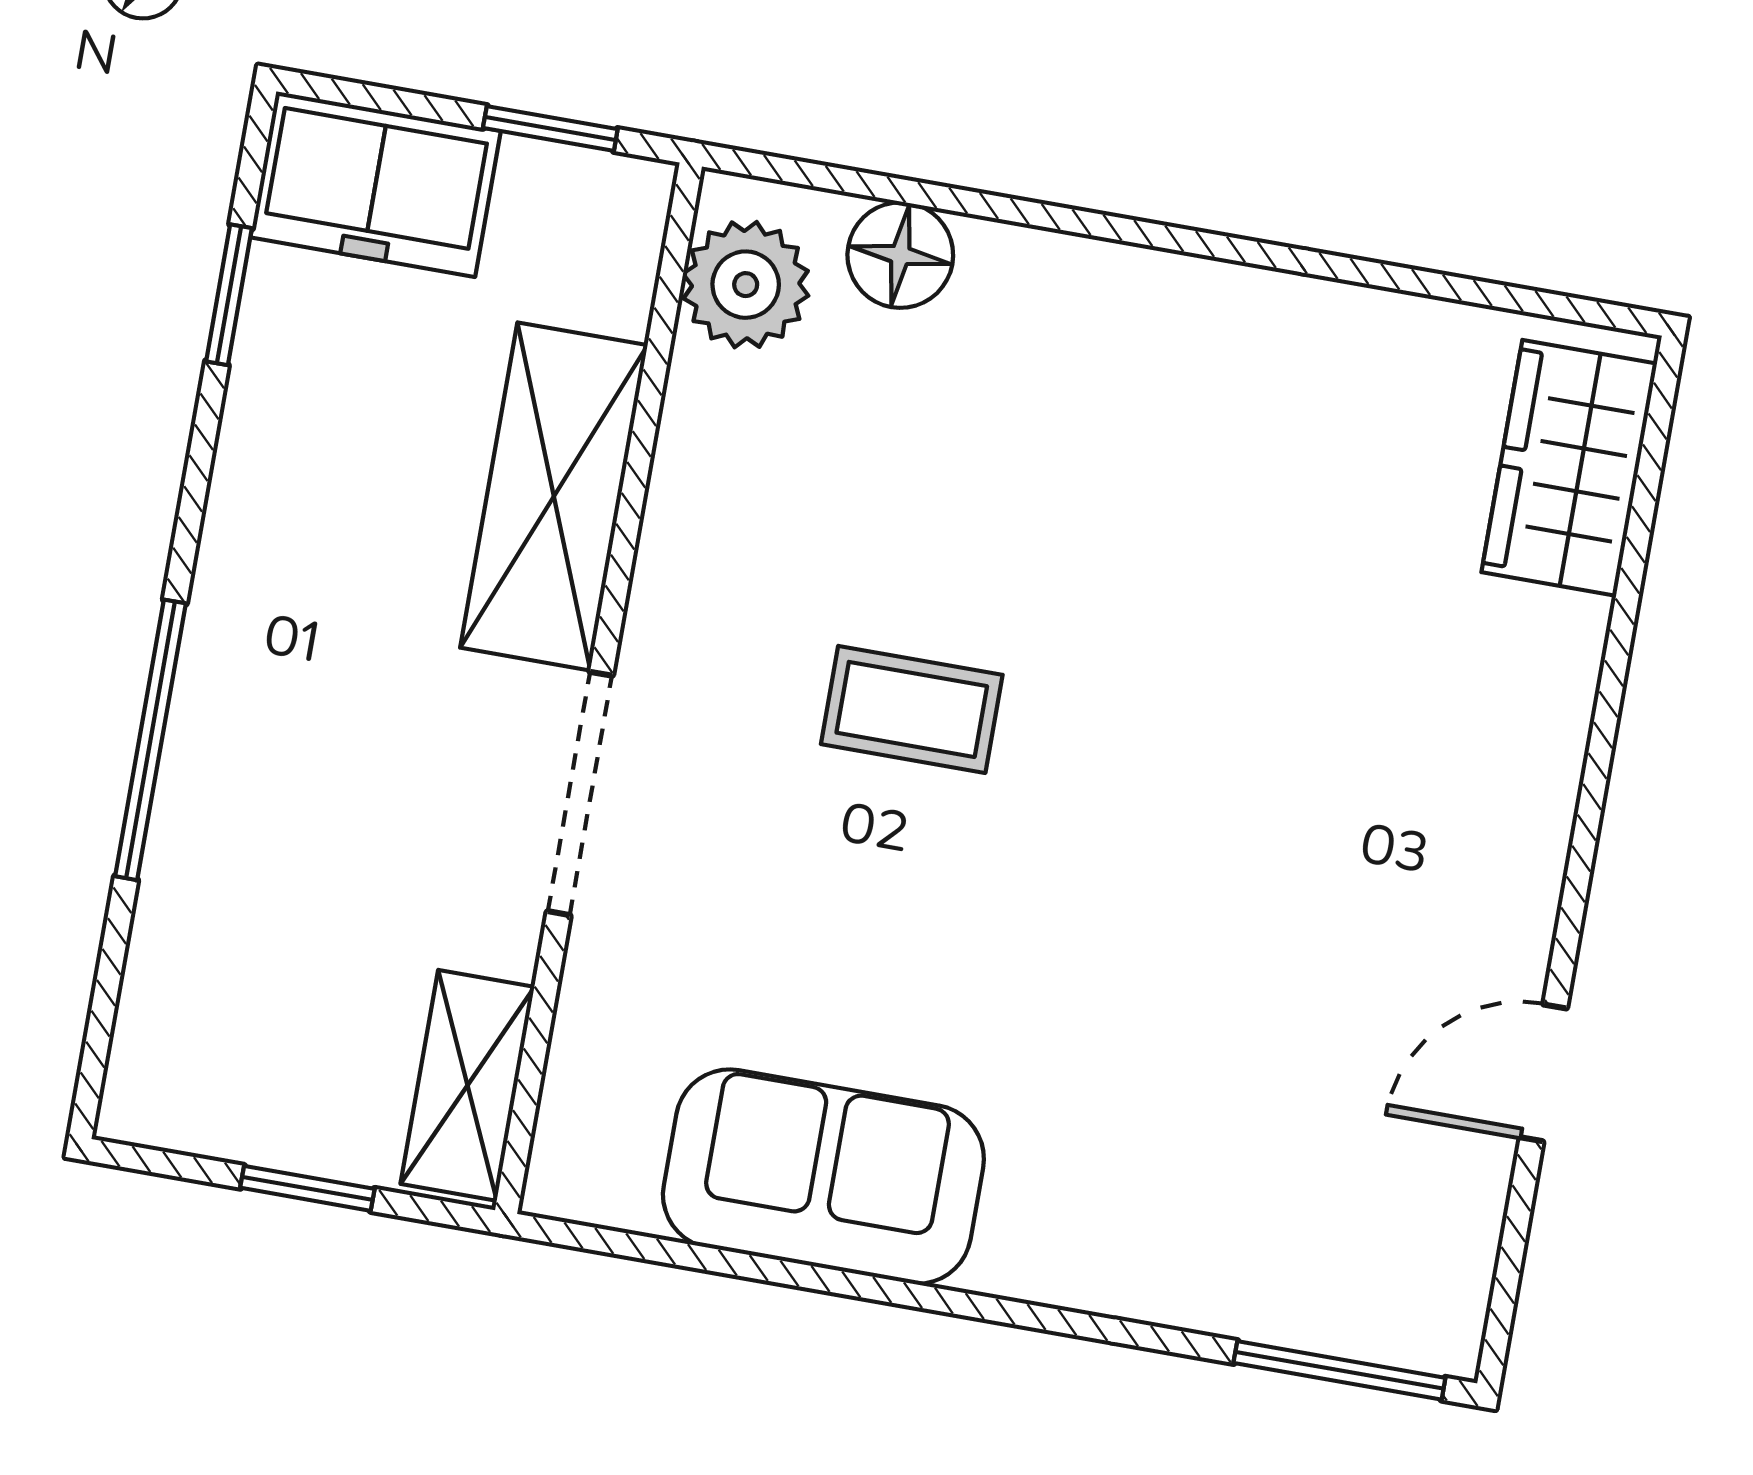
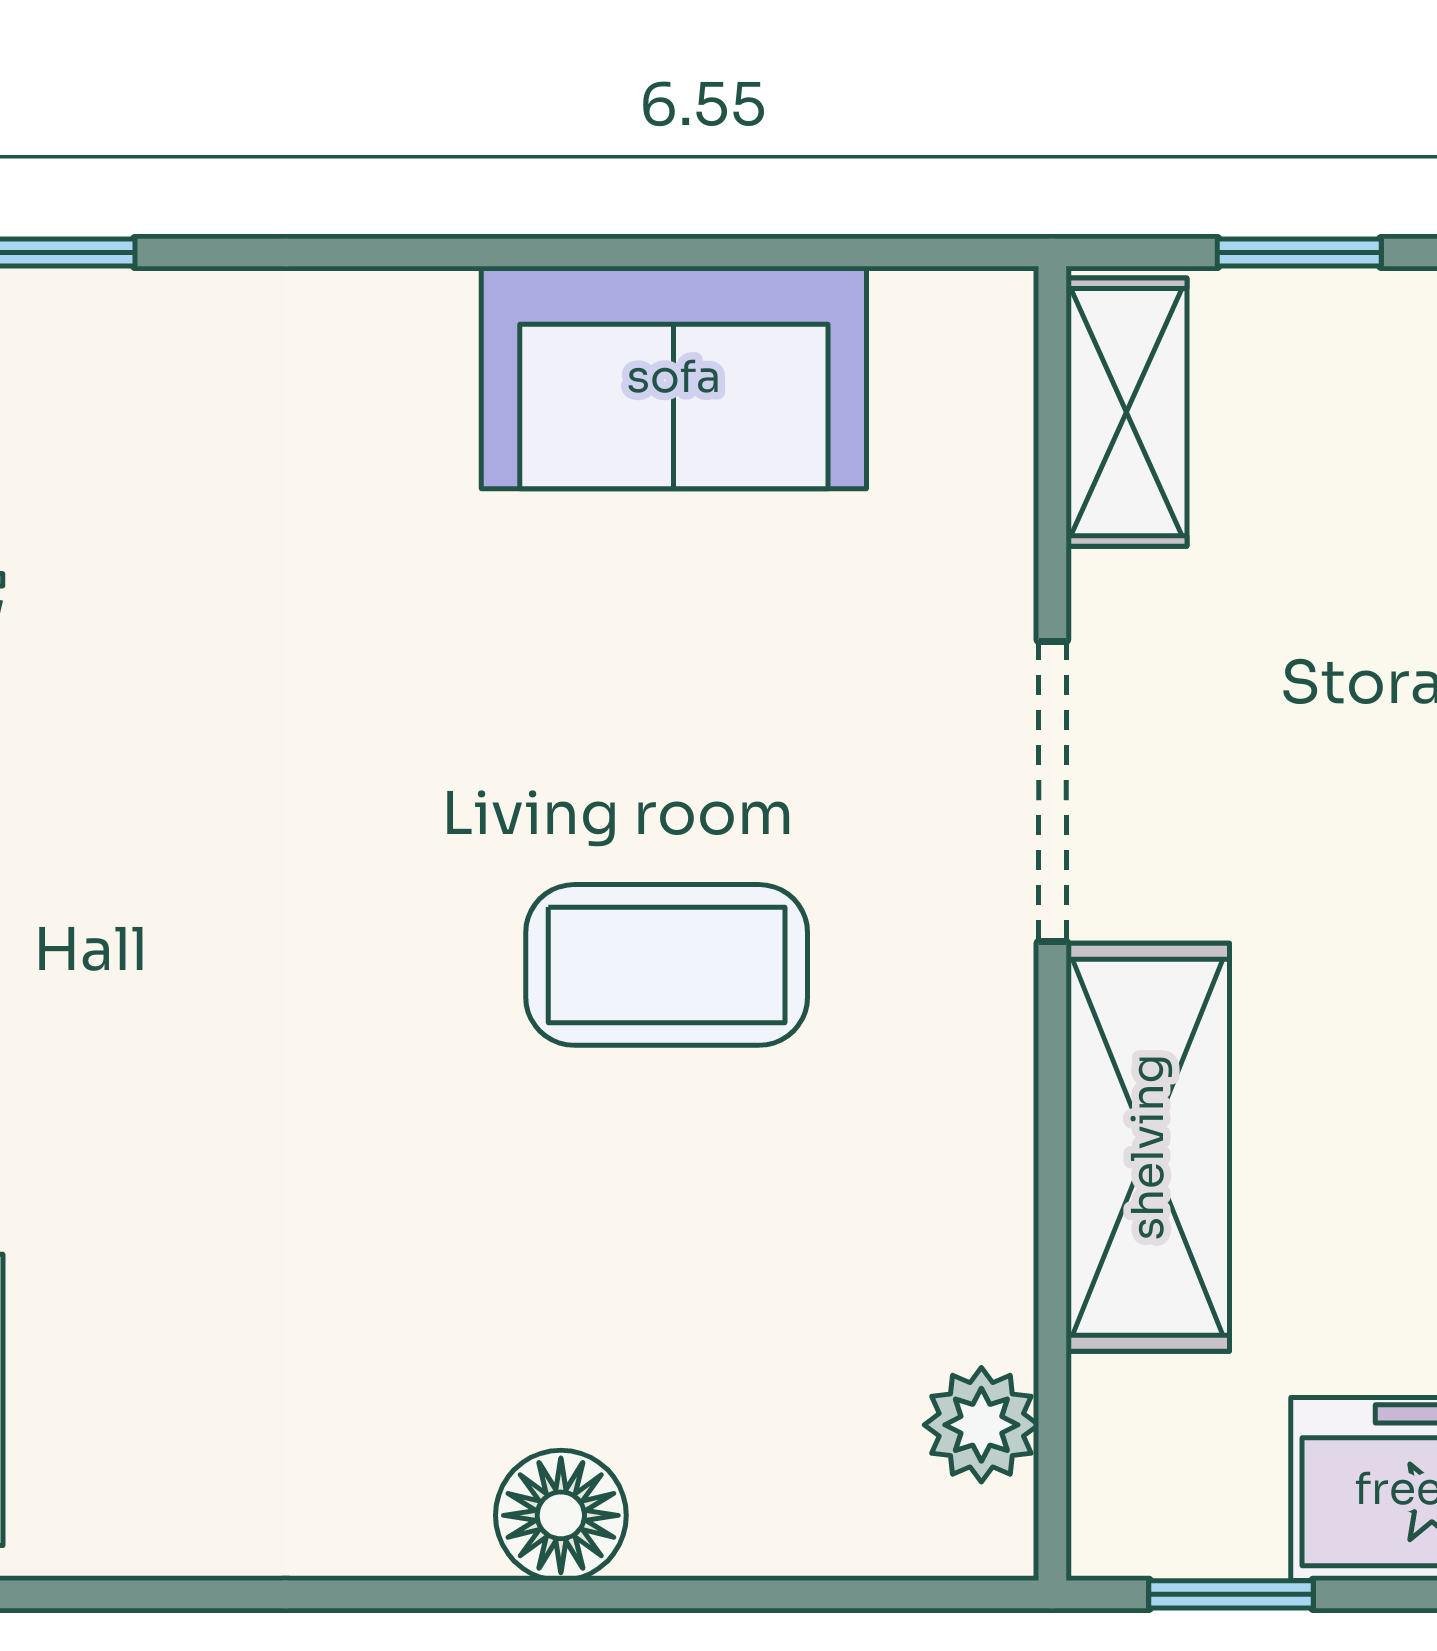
floor lamp: (900, 255) -> (561, 1515), moved
plant: (746, 285) -> (981, 1425), width x0.73, depth x0.73
coffee table: (912, 709) -> (667, 965), width x1.36, depth x1.30

